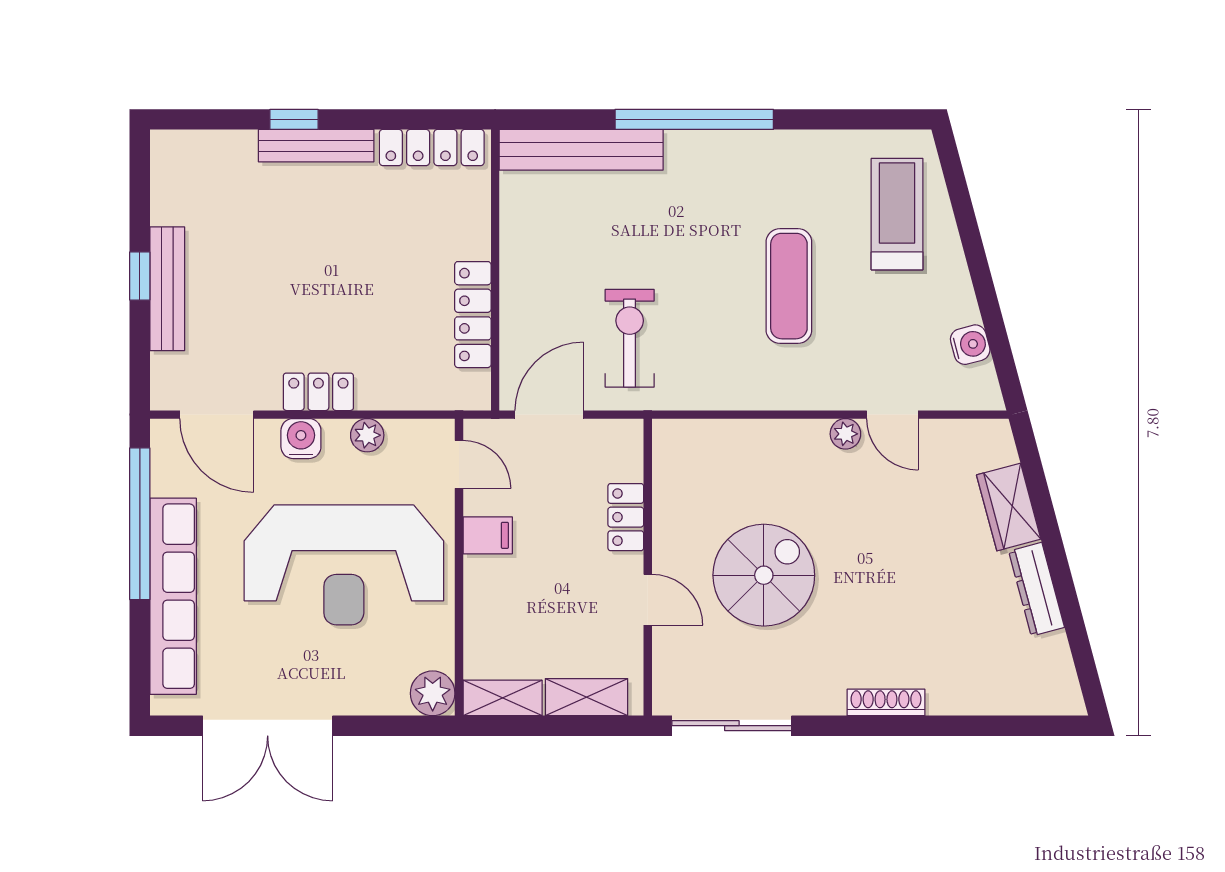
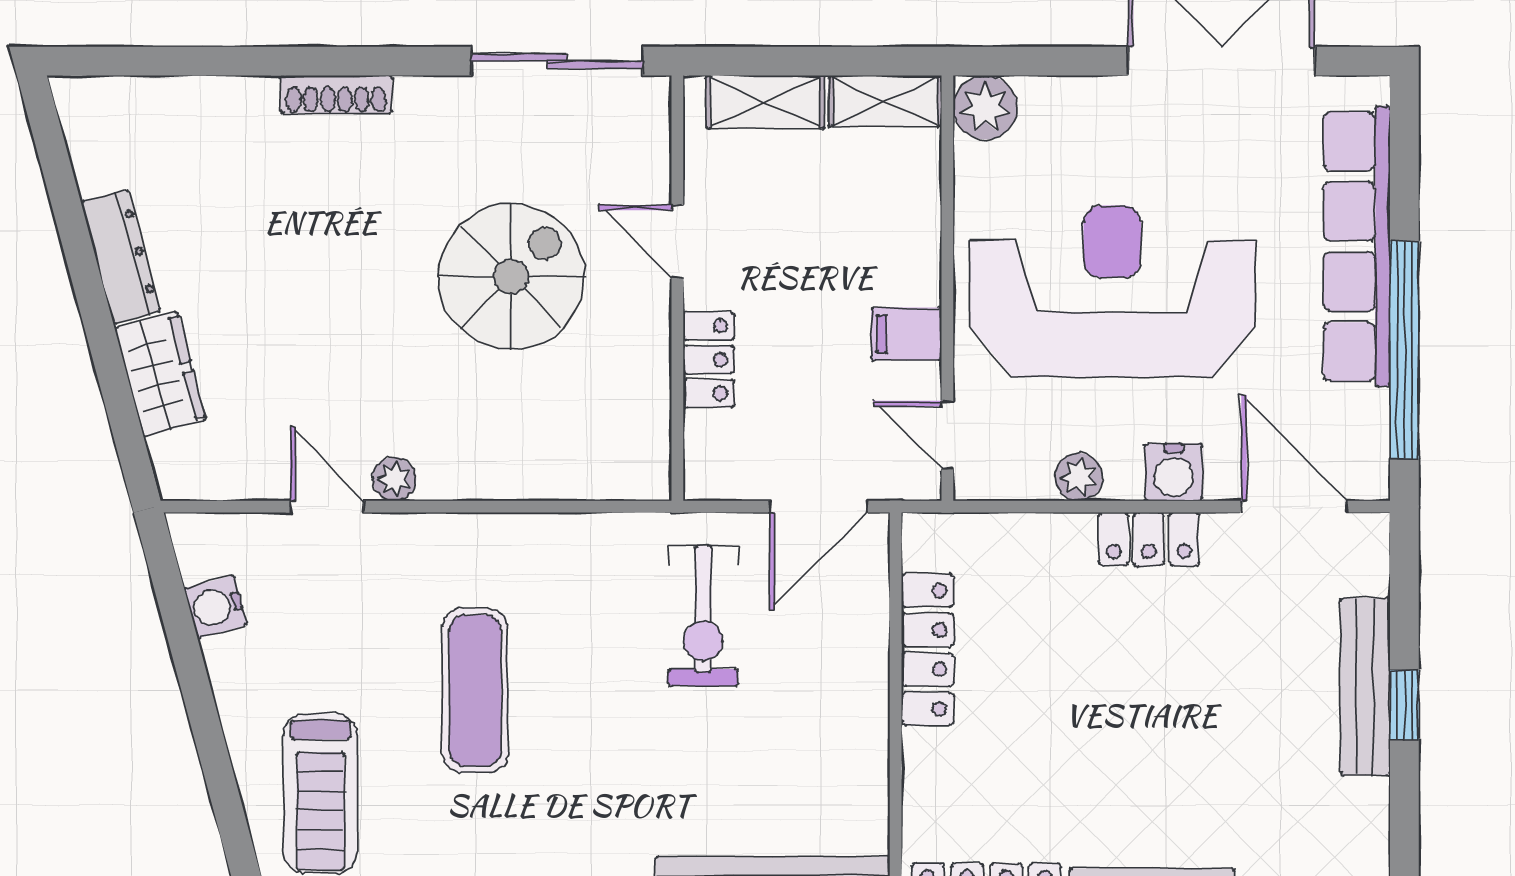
spiral stairs: (764, 575) -> (511, 277), turned 180

